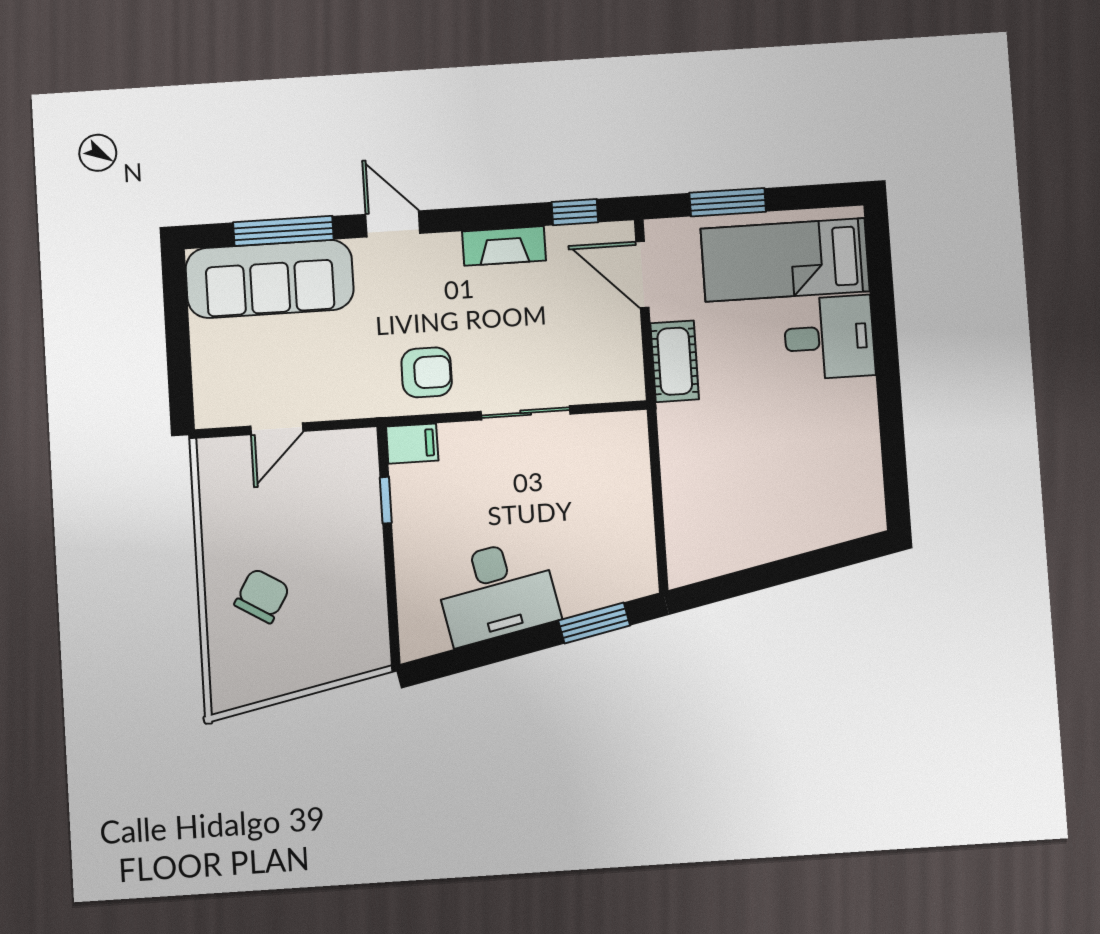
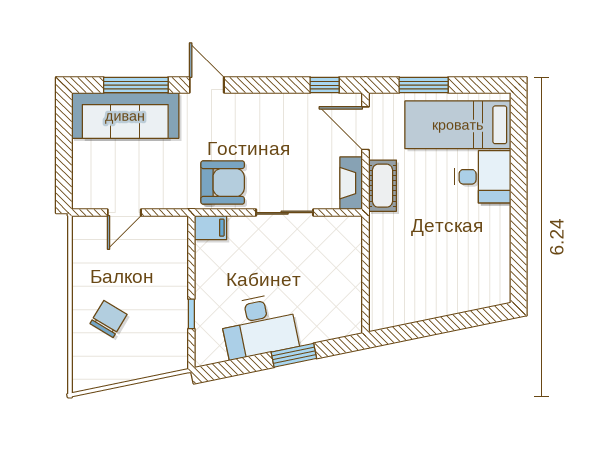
fireplace: (504, 246) -> (351, 183), moved, turned 90
armchair: (427, 372) -> (223, 183), width x1.38, depth x1.38
window: (386, 500) -> (191, 314), moved
window: (594, 623) -> (294, 355), moved

